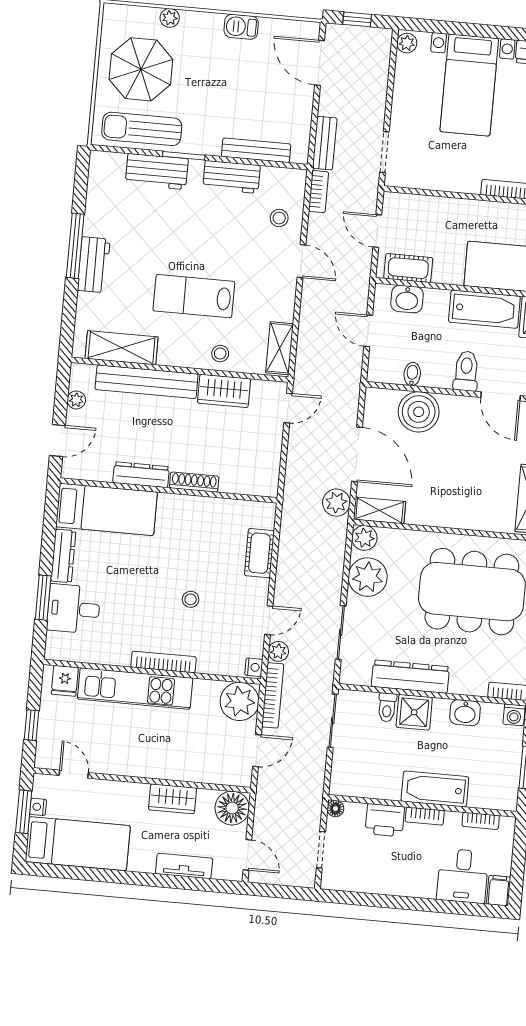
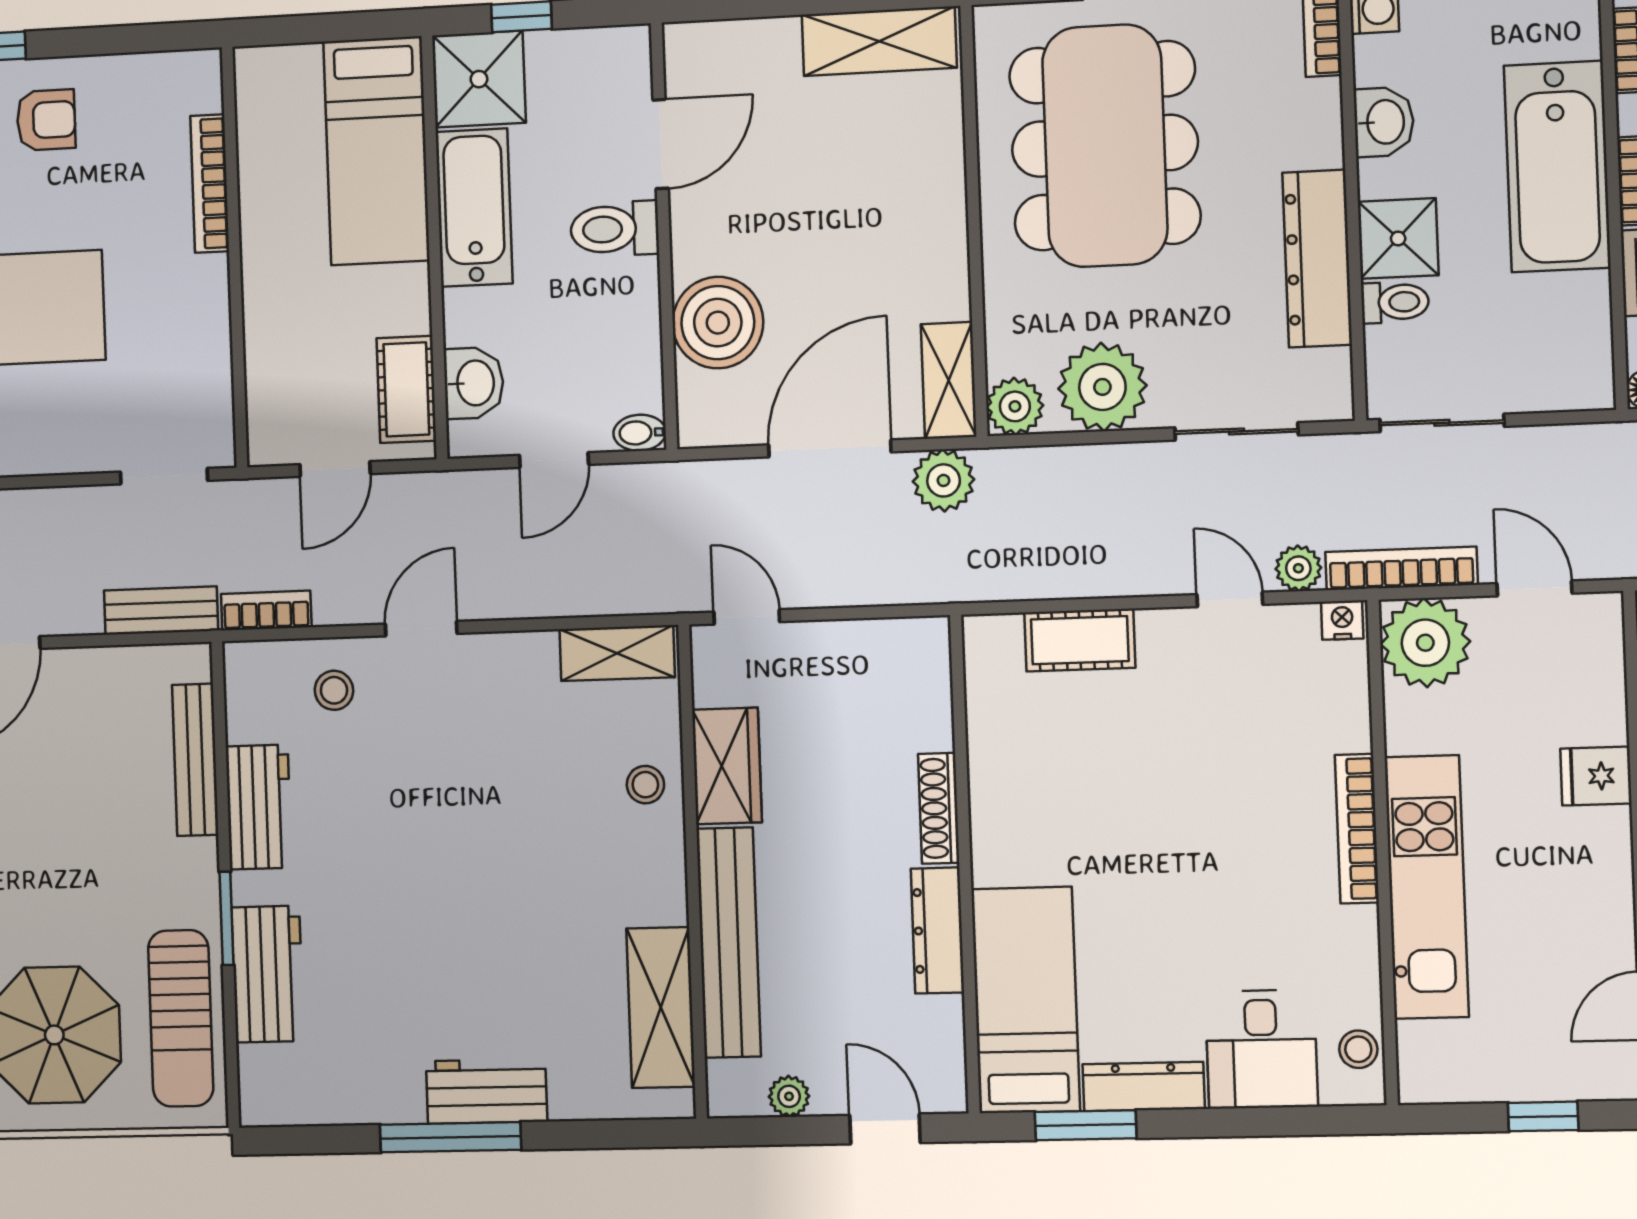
lab bench: (194, 296) -> (527, 859), removed
bidet: (412, 374) -> (640, 433), moved
window: (43, 598) -> (1086, 1125), moved
stool: (191, 599) -> (1358, 1049), moved
fridge: (65, 681) -> (1596, 776), moved, turned 180
bathtub: (435, 789) -> (1557, 167), width x1.36, depth x1.36

